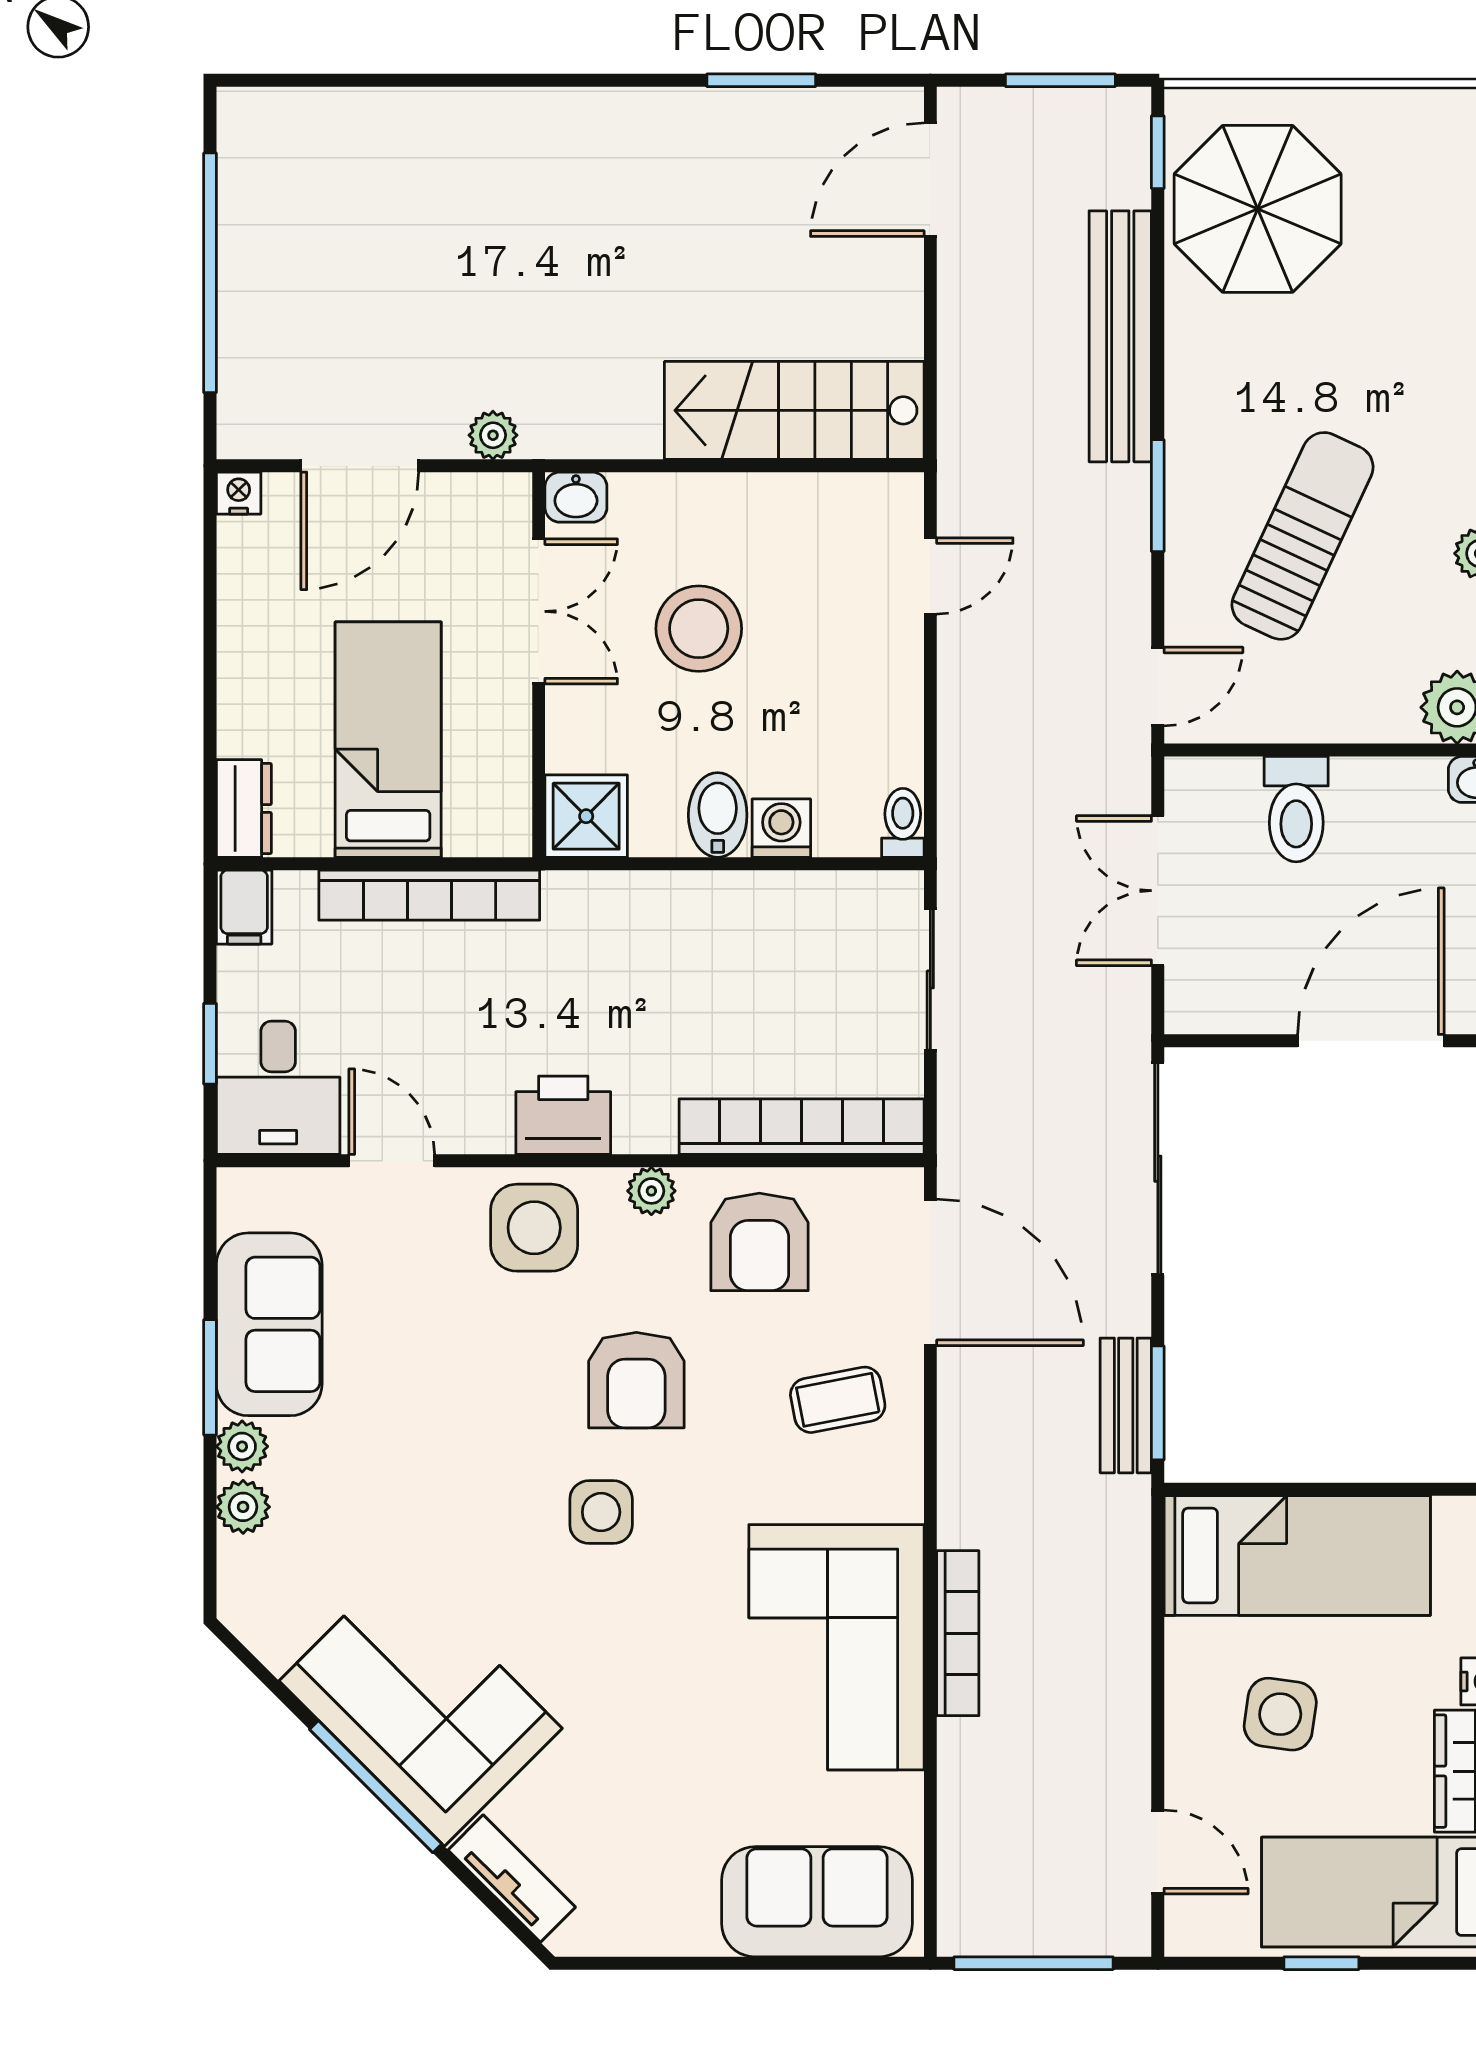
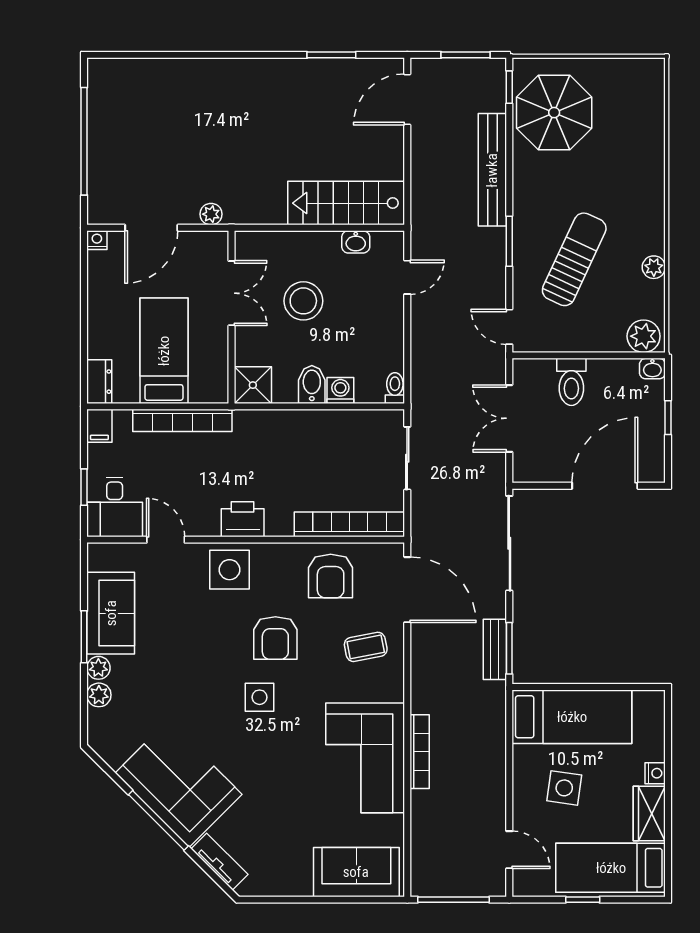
washbasin: (576, 497) -> (356, 242), moved
door: (1158, 687) -> (509, 327), swing flipped
plant: (651, 1191) -> (282, 553), removed

